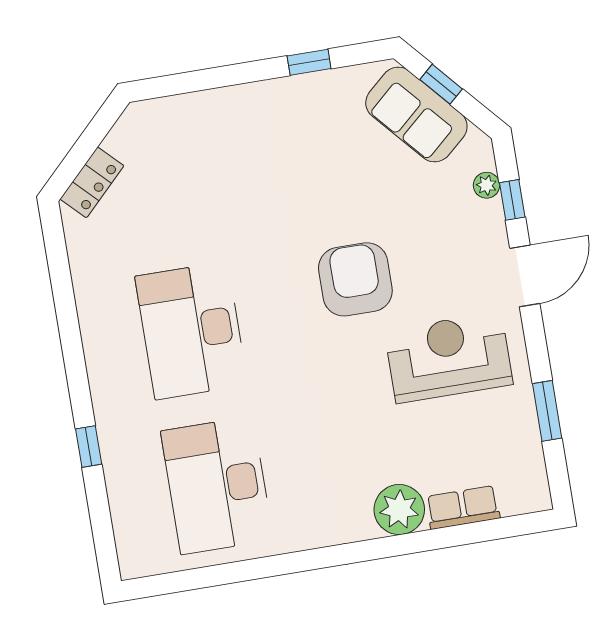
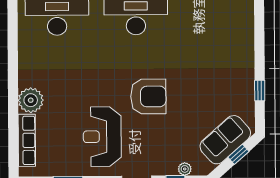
reception desk: (449, 358) -> (102, 137), turned 180
row of seats: (463, 507) -> (27, 140), width x1.48

